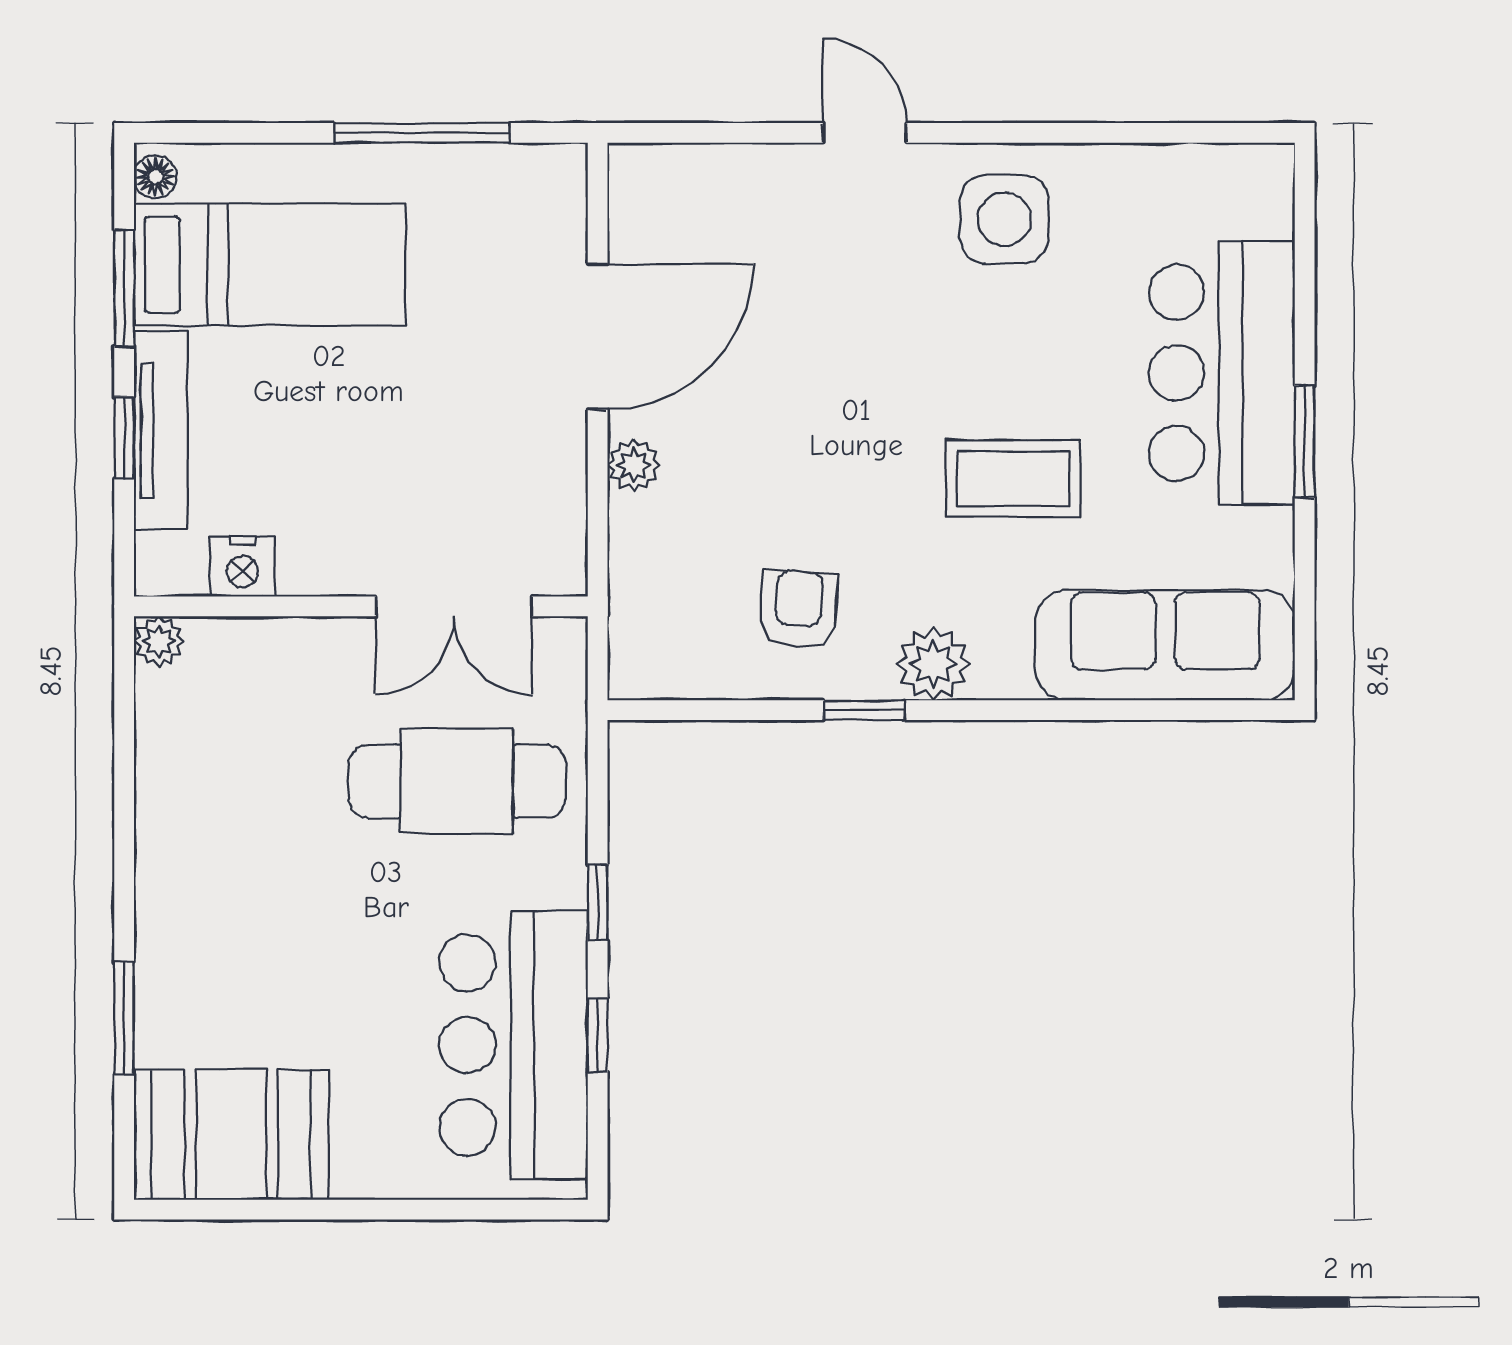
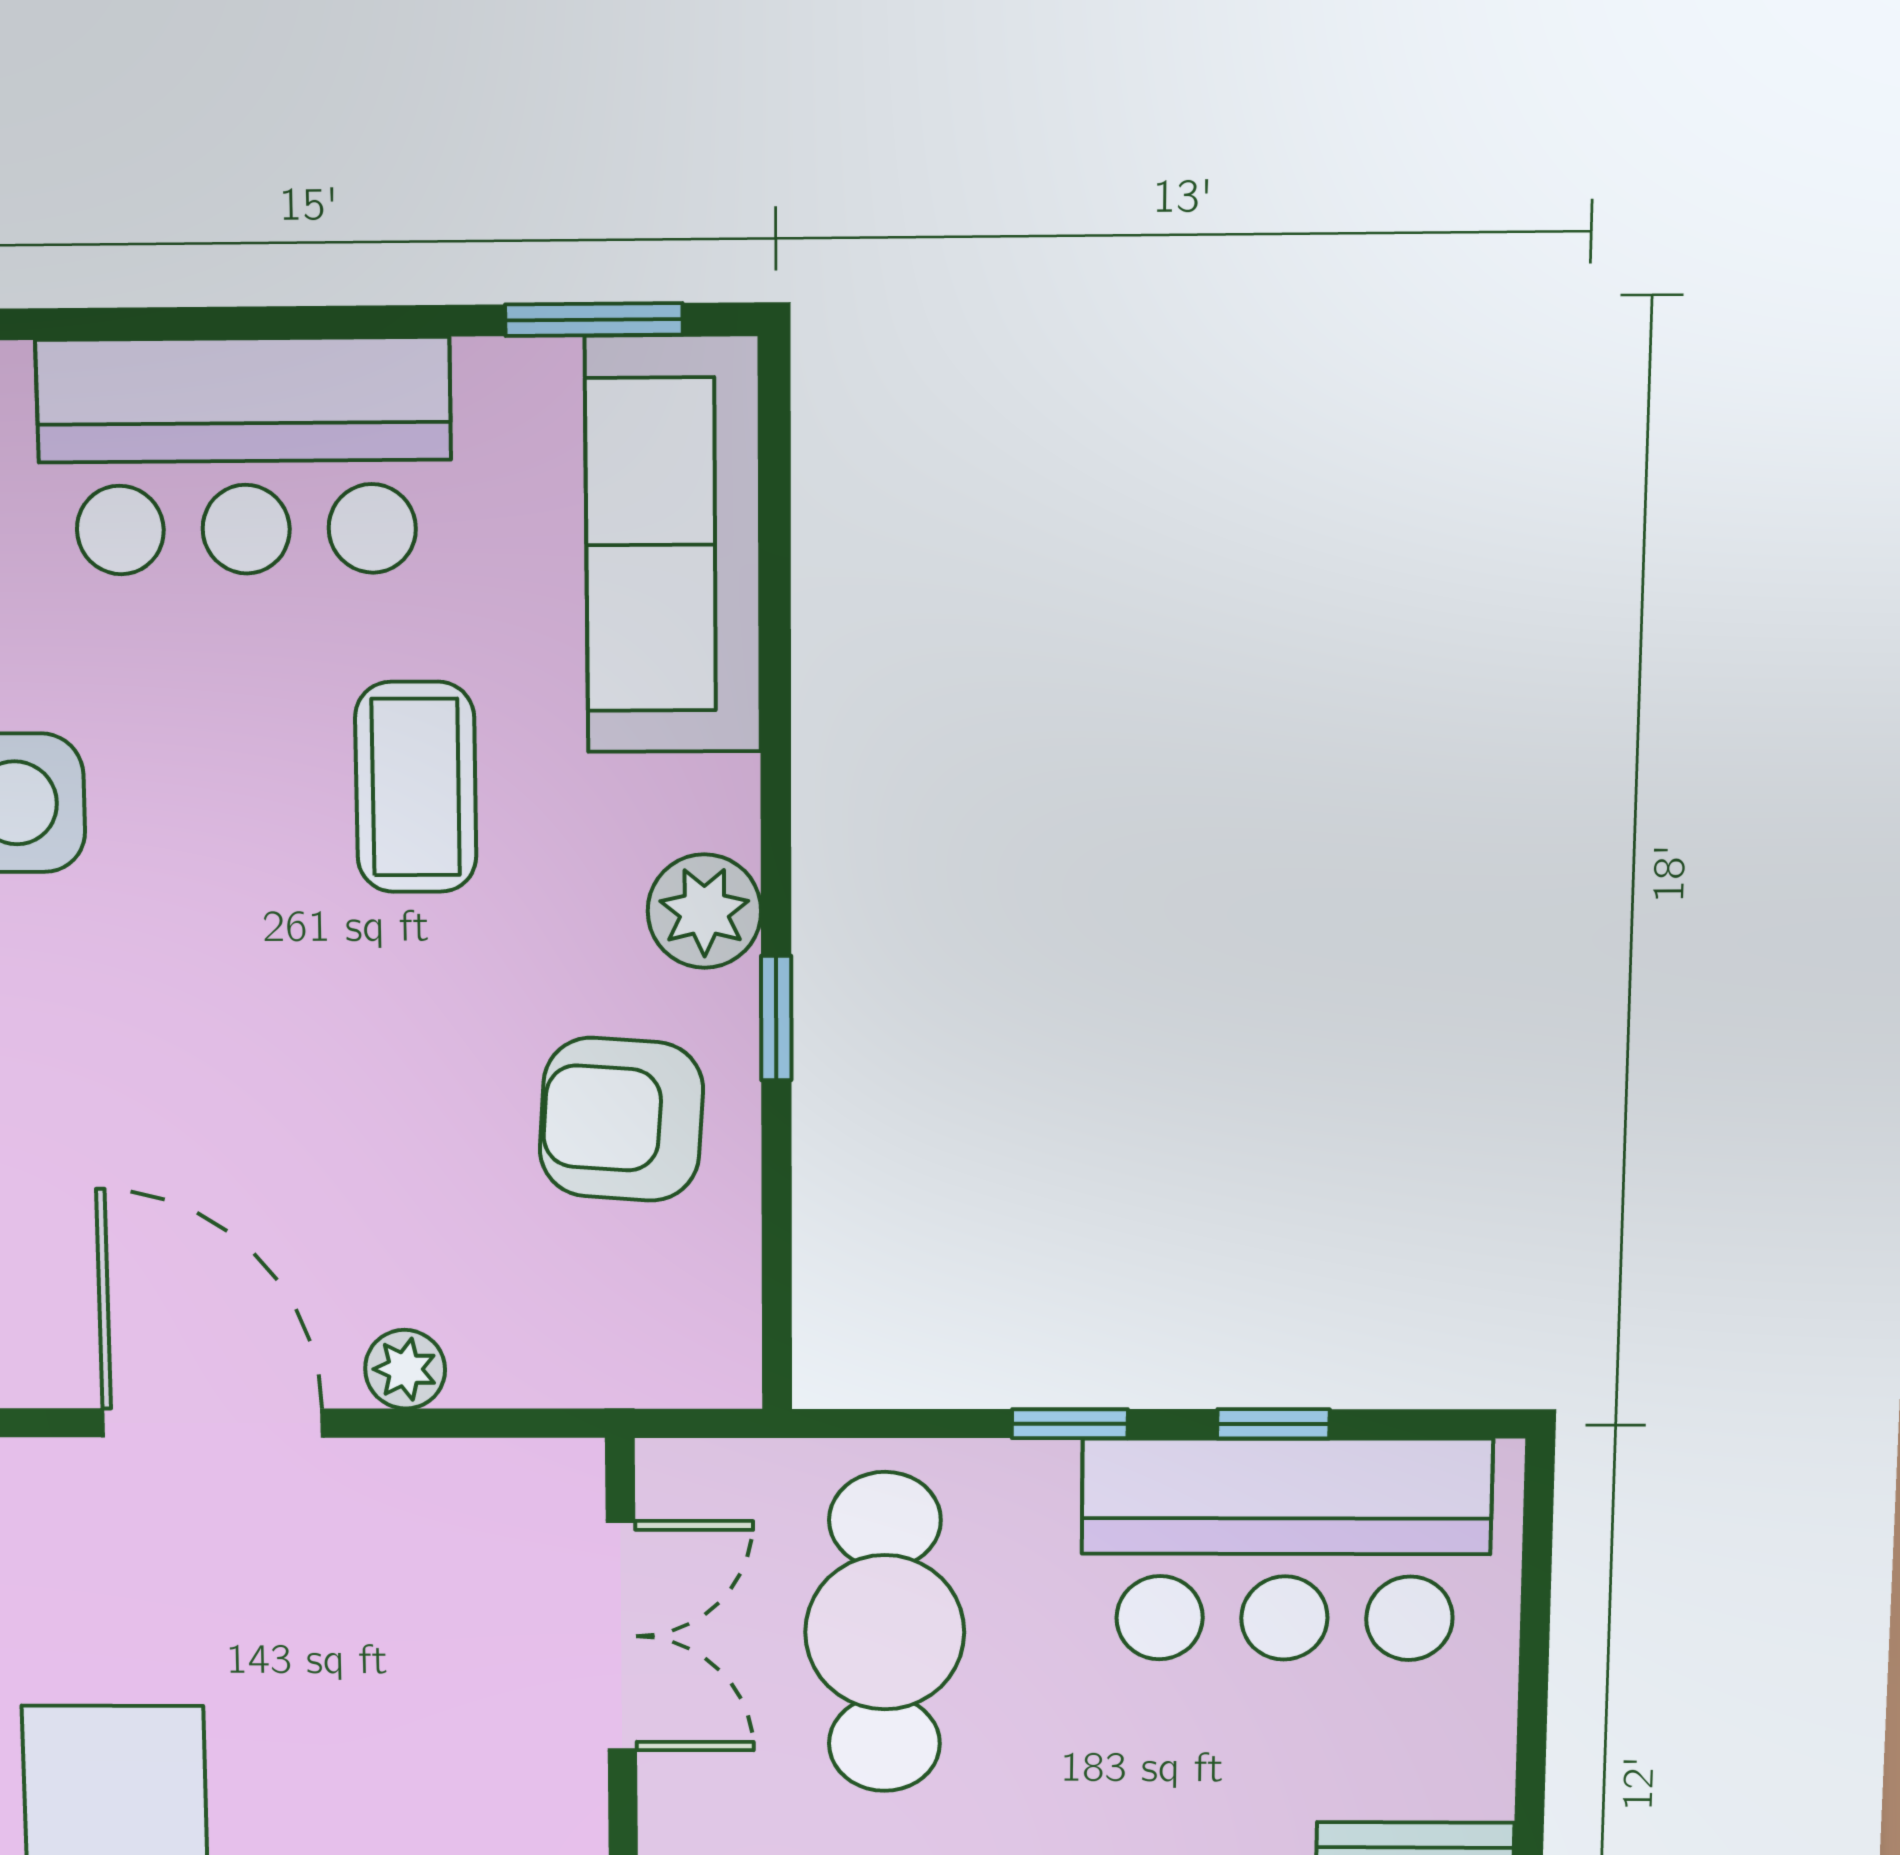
window: (1305, 441) -> (594, 320), moved
armchair: (799, 609) -> (621, 1119), width x1.38, depth x1.38

